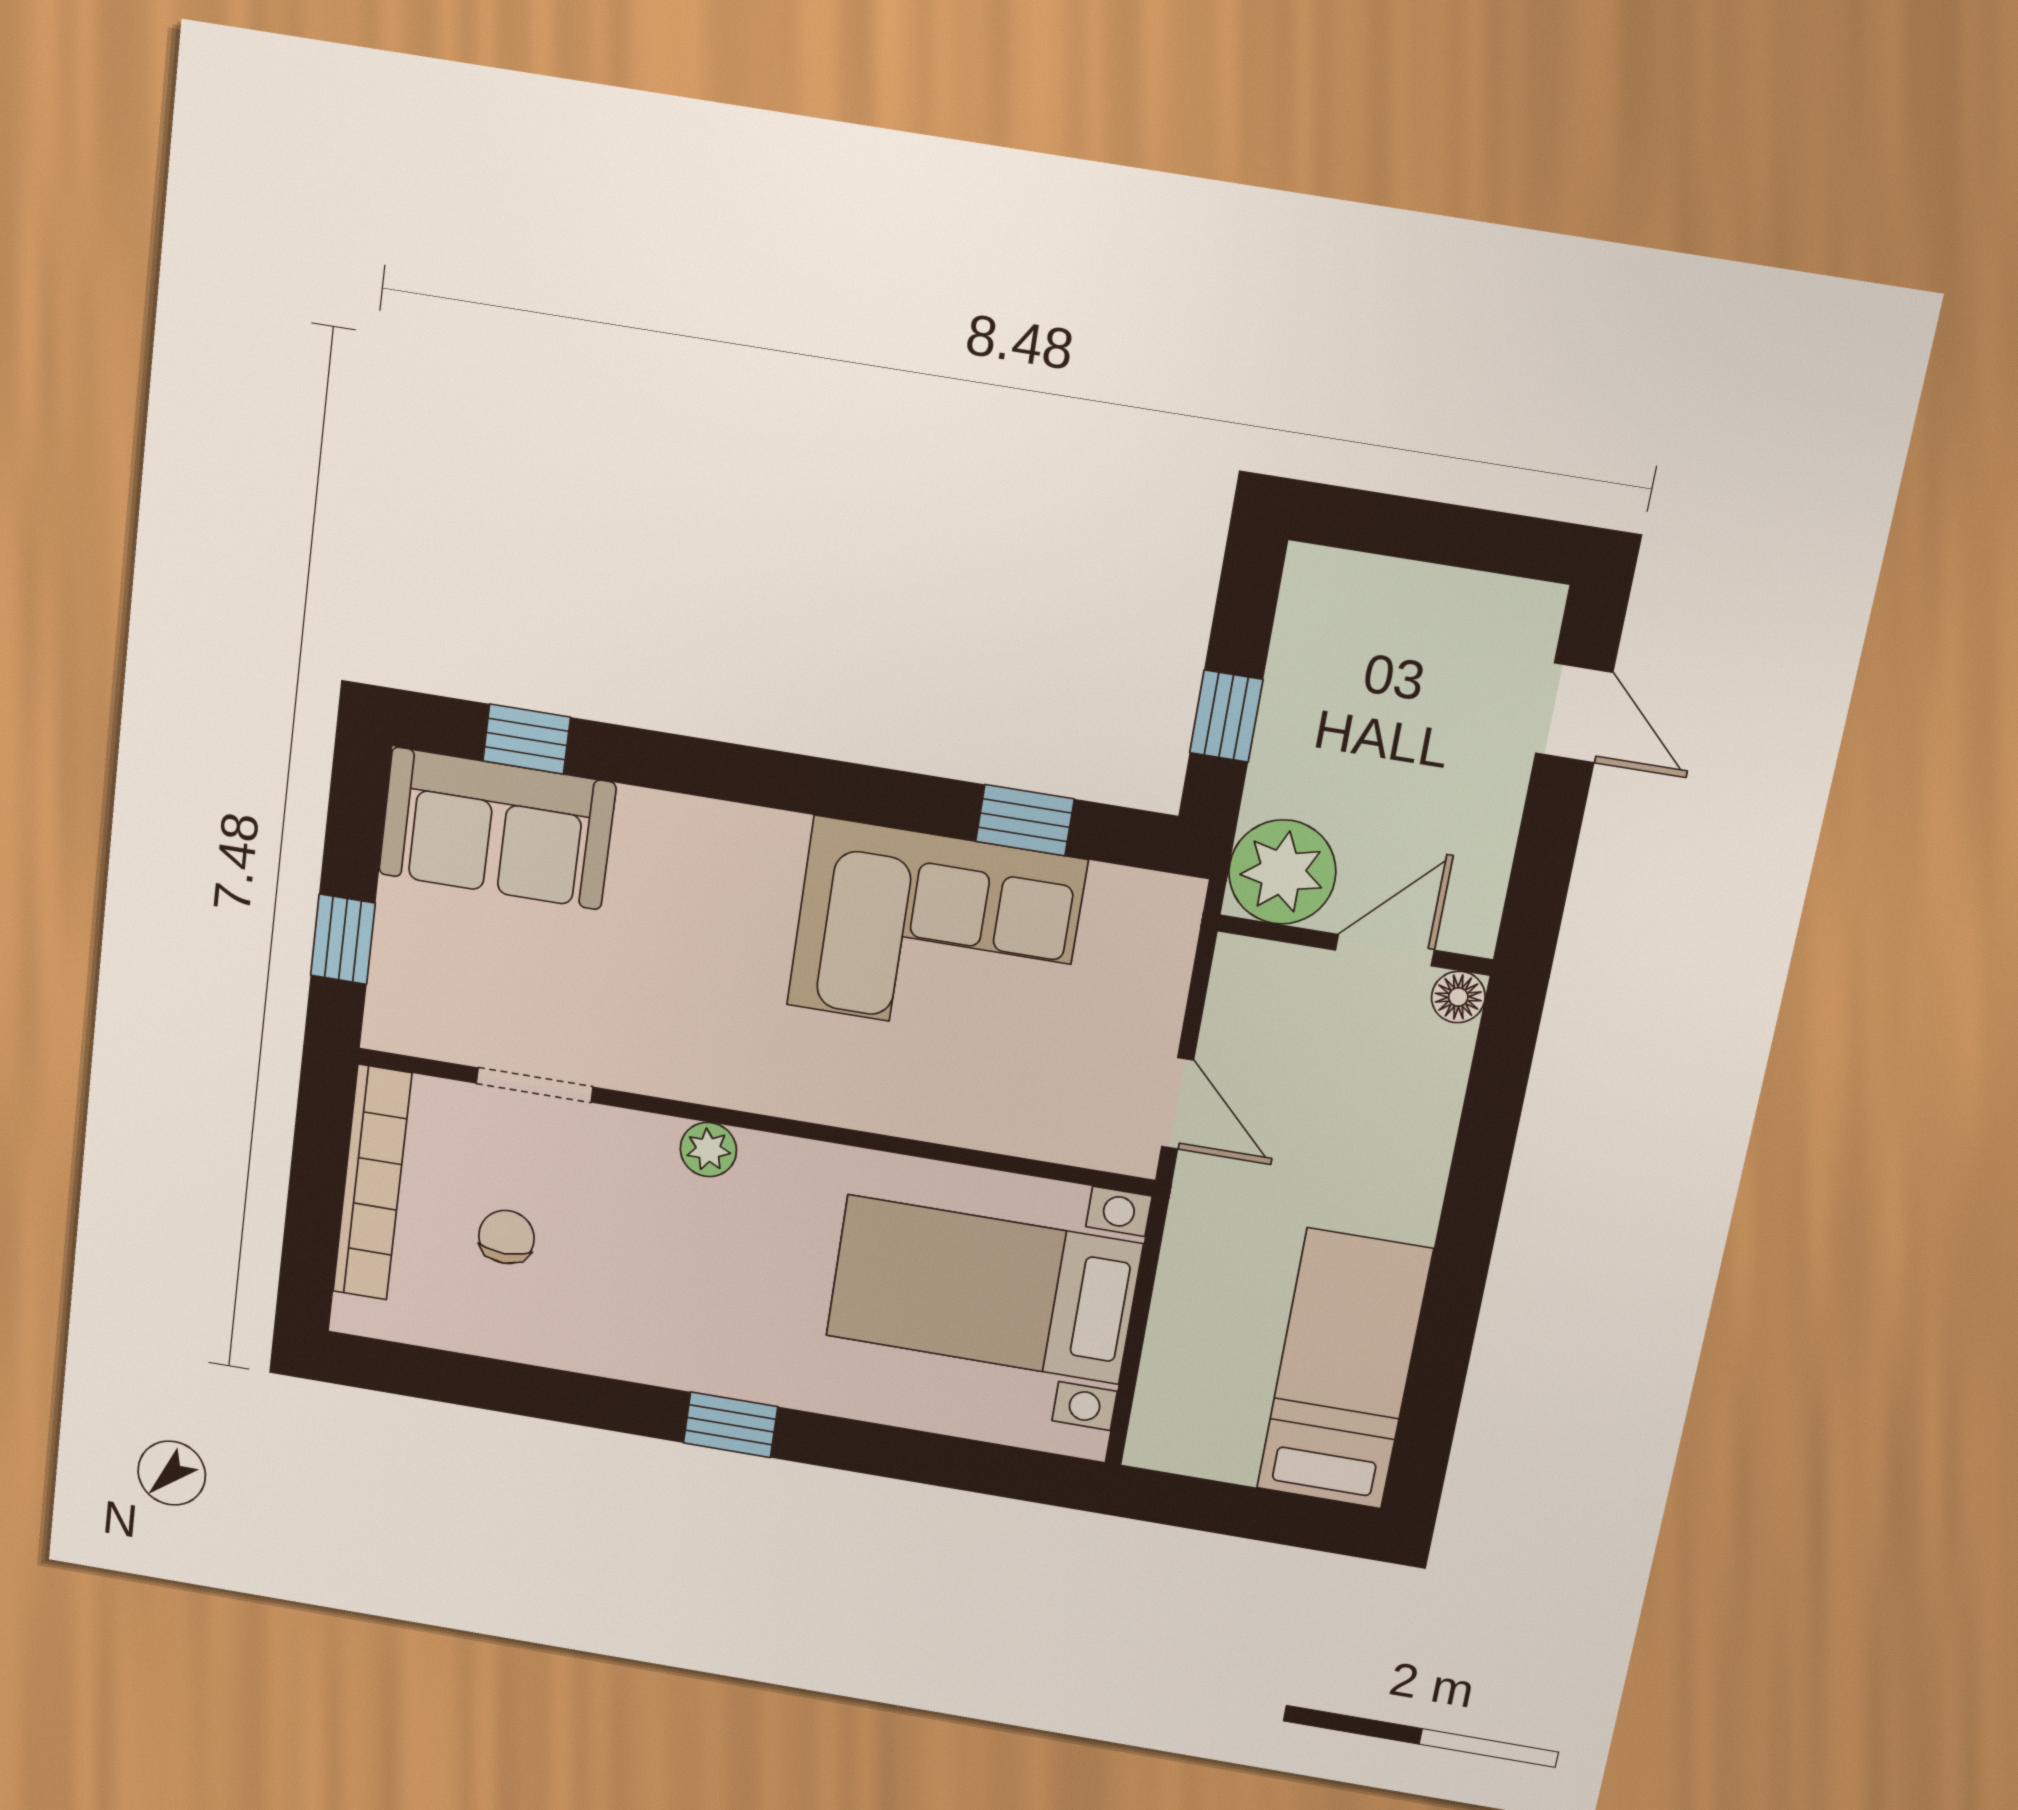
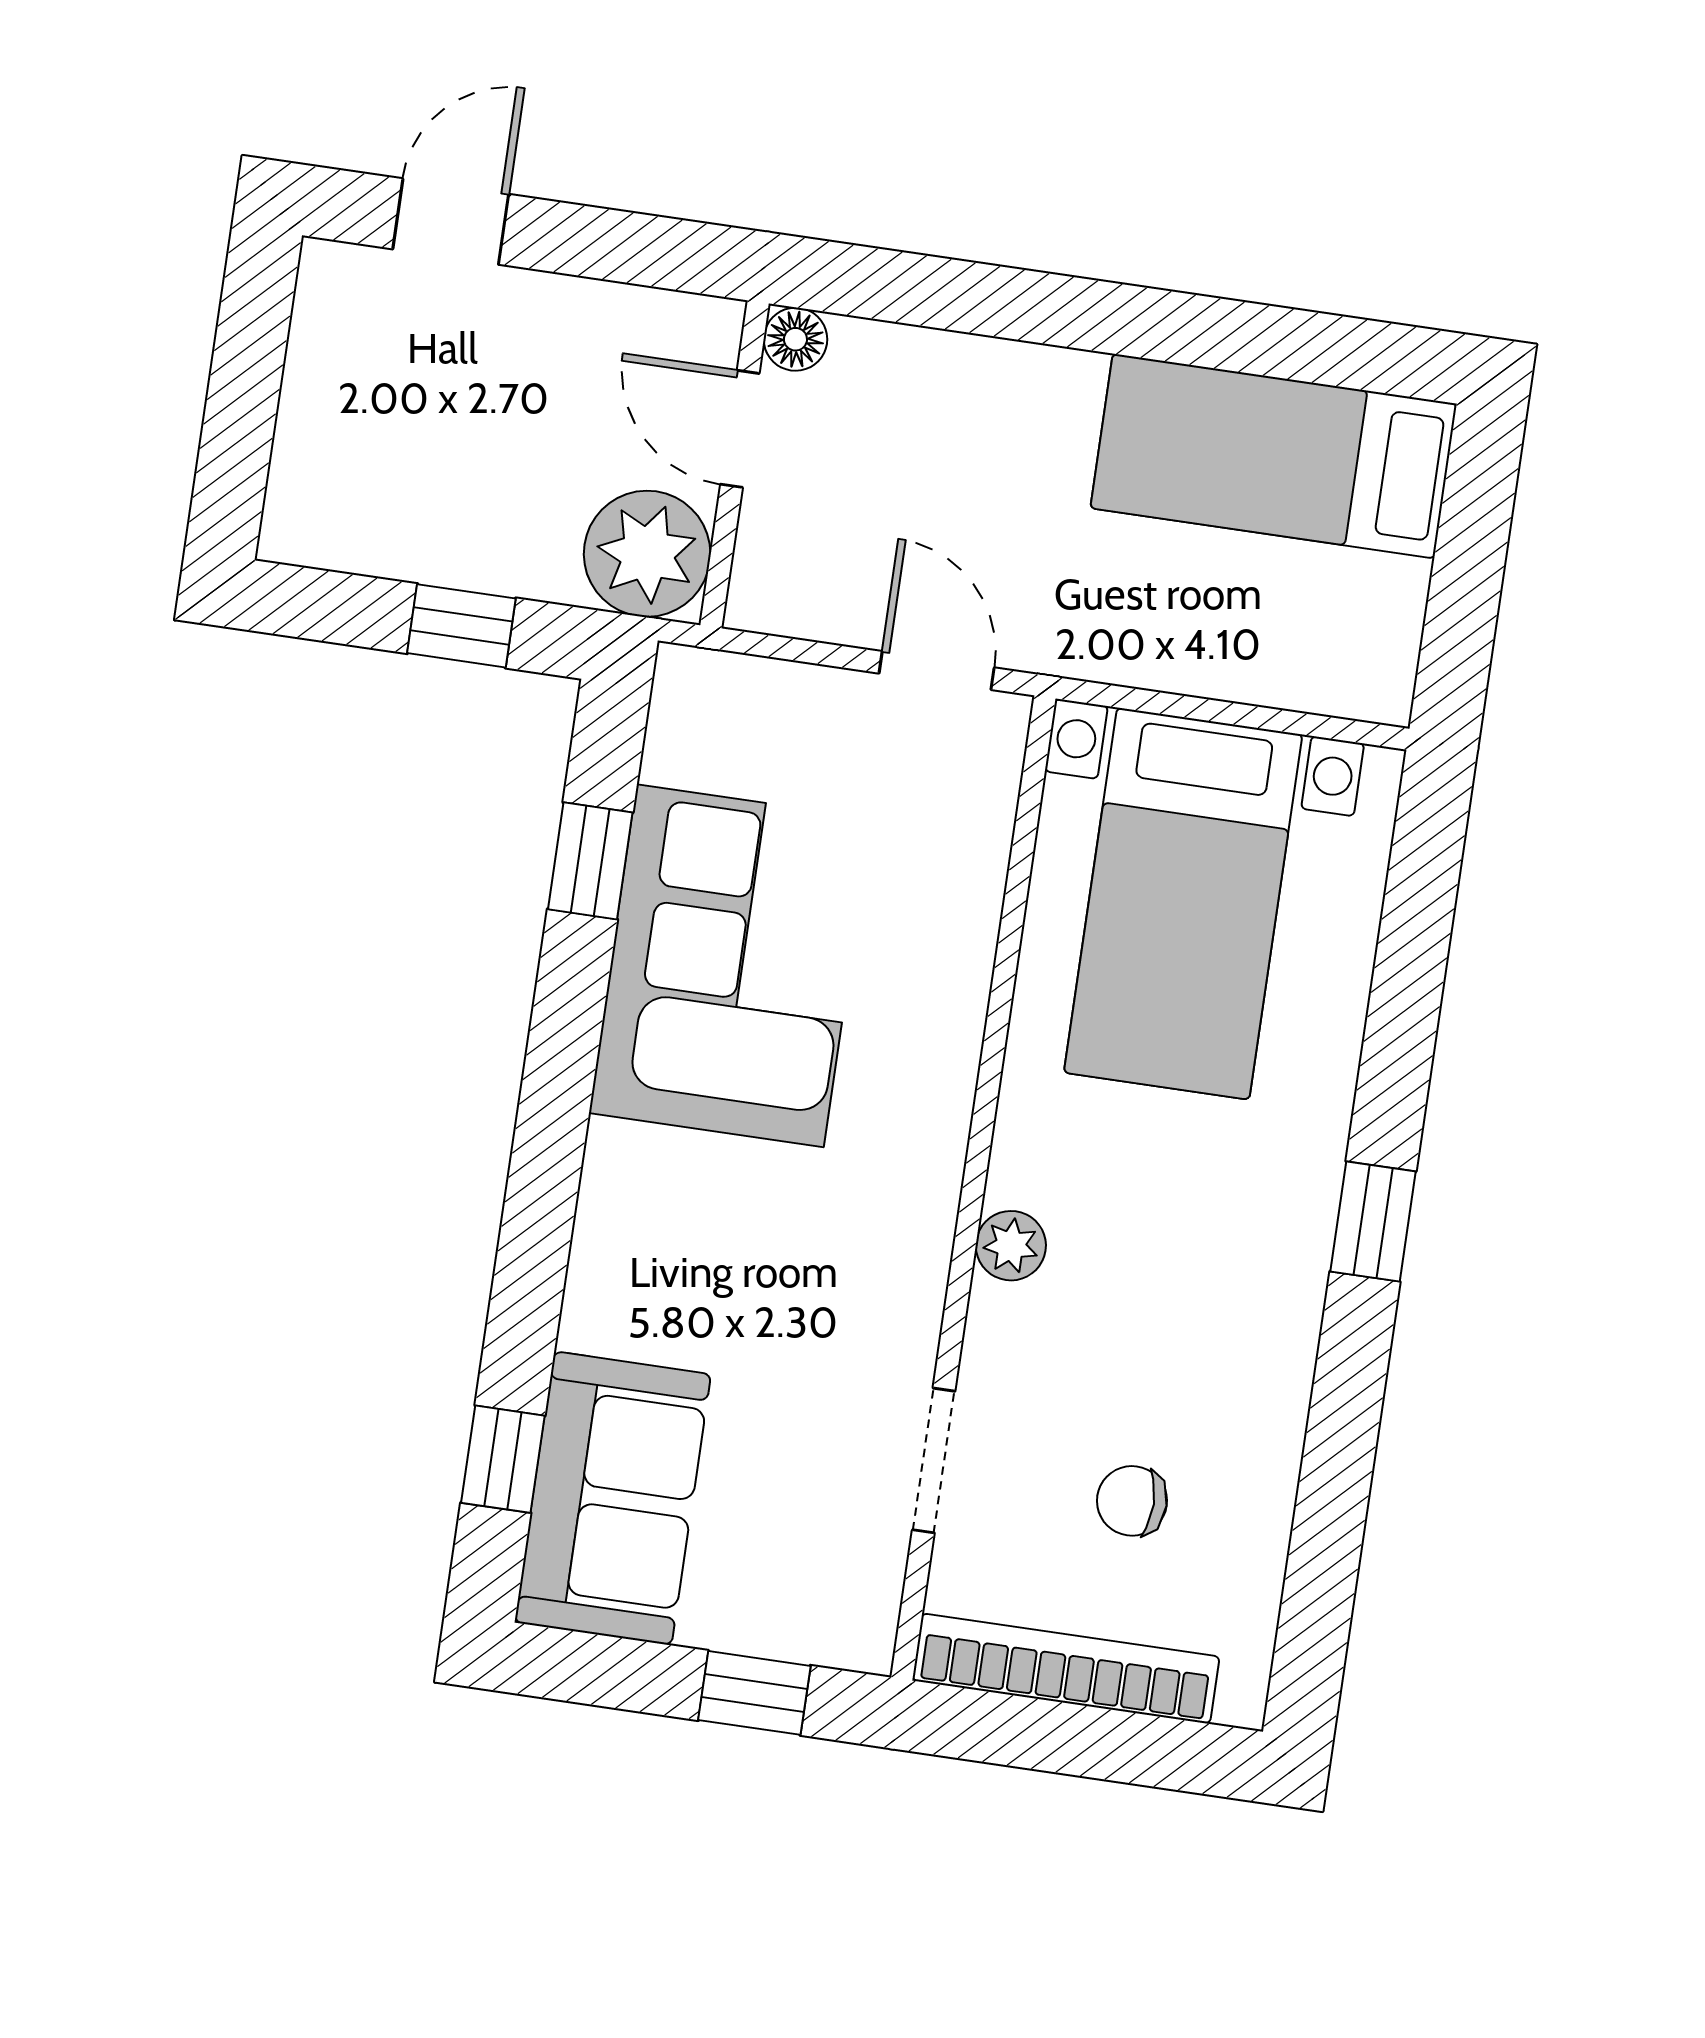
door: (1178, 1103) -> (937, 670), hinge flipped

